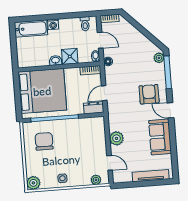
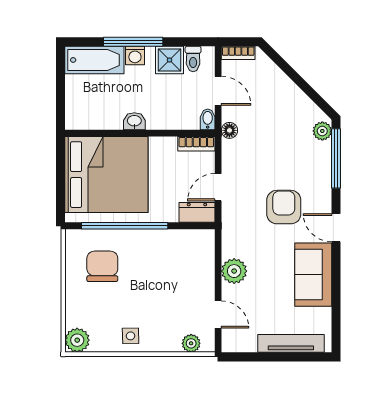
window: (51, 17) -> (133, 42), added
shower: (70, 56) -> (169, 60), moved
armchair: (149, 94) -> (284, 207), moved

